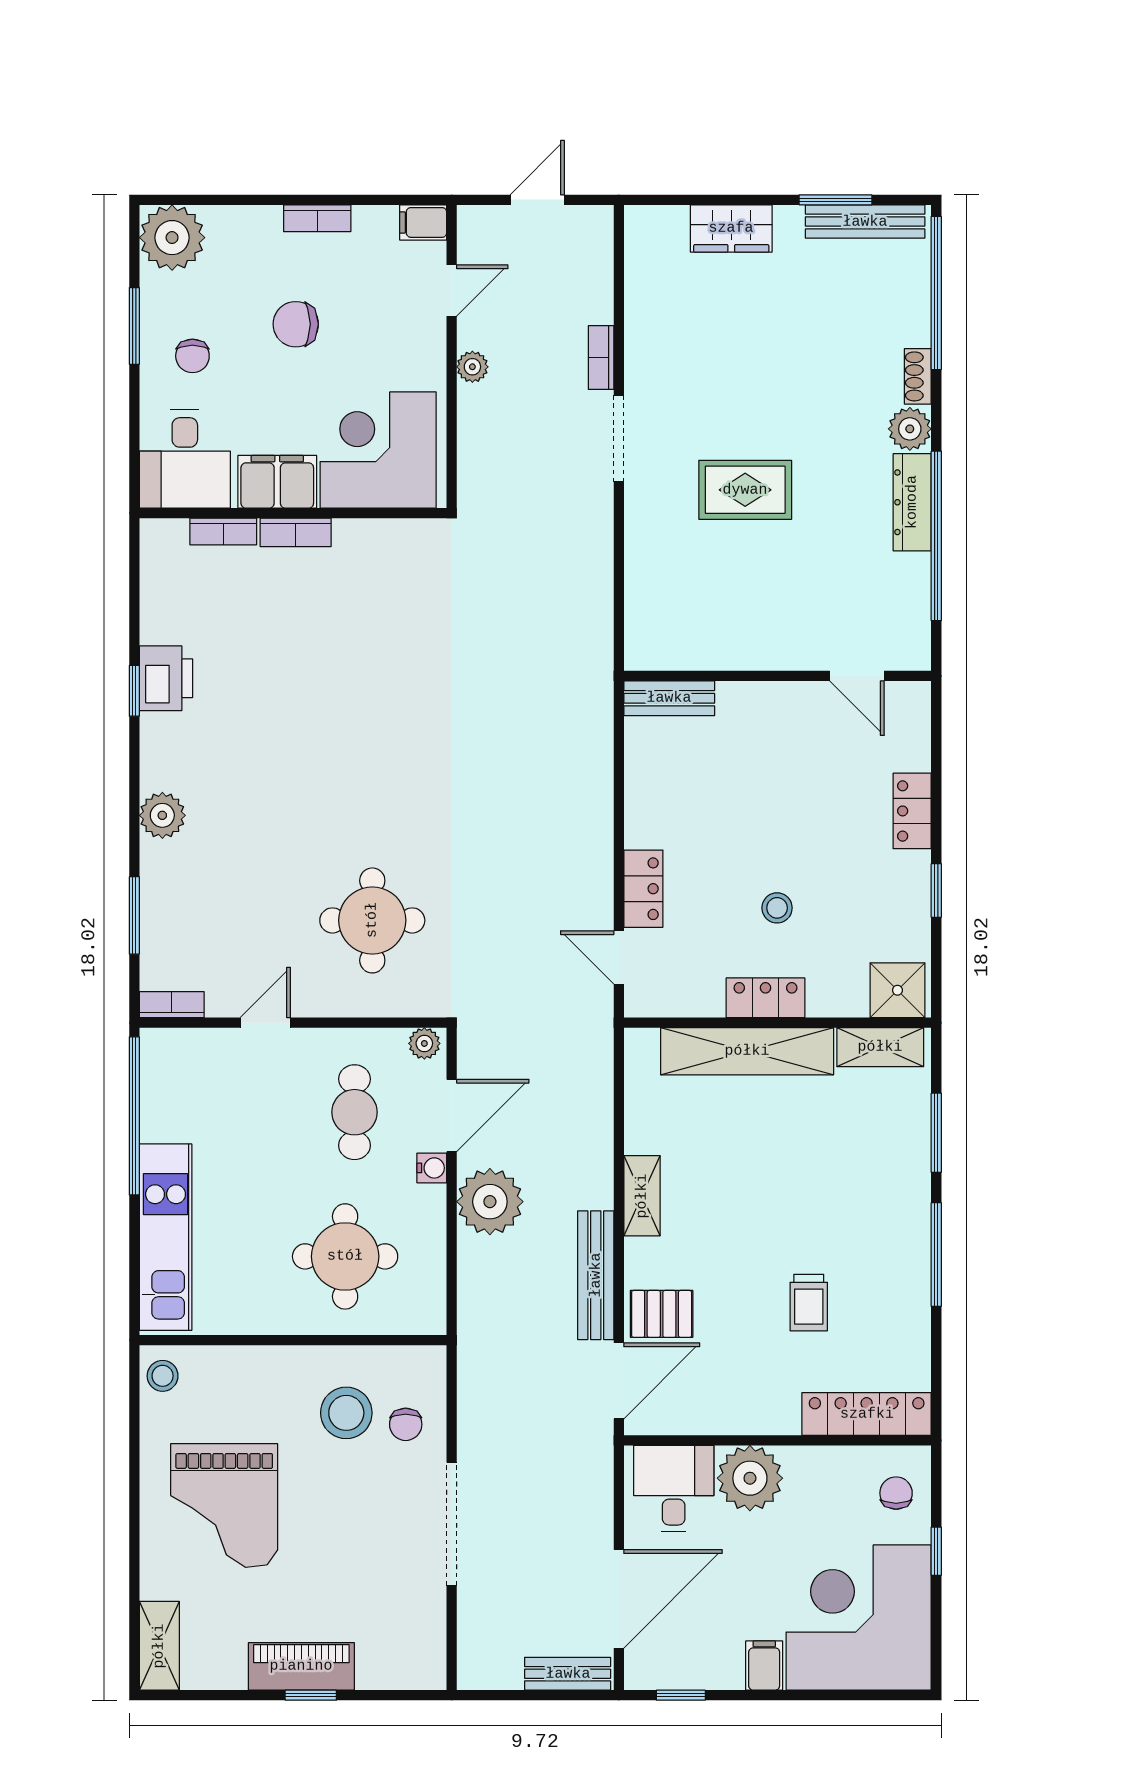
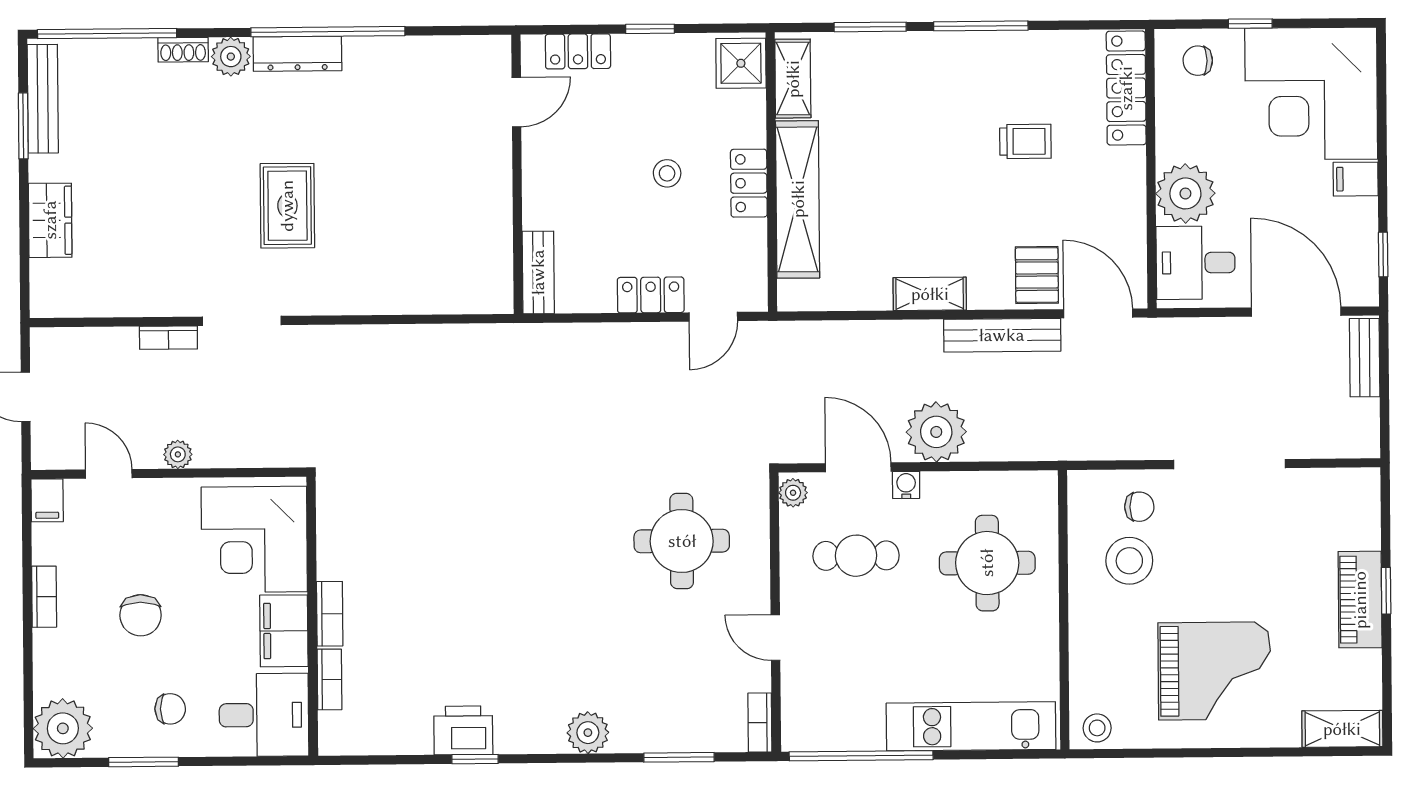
wall: (778, 676) -> (517, 174), moved
door: (857, 676) -> (516, 102), moved
bench: (669, 698) -> (538, 272), moved

